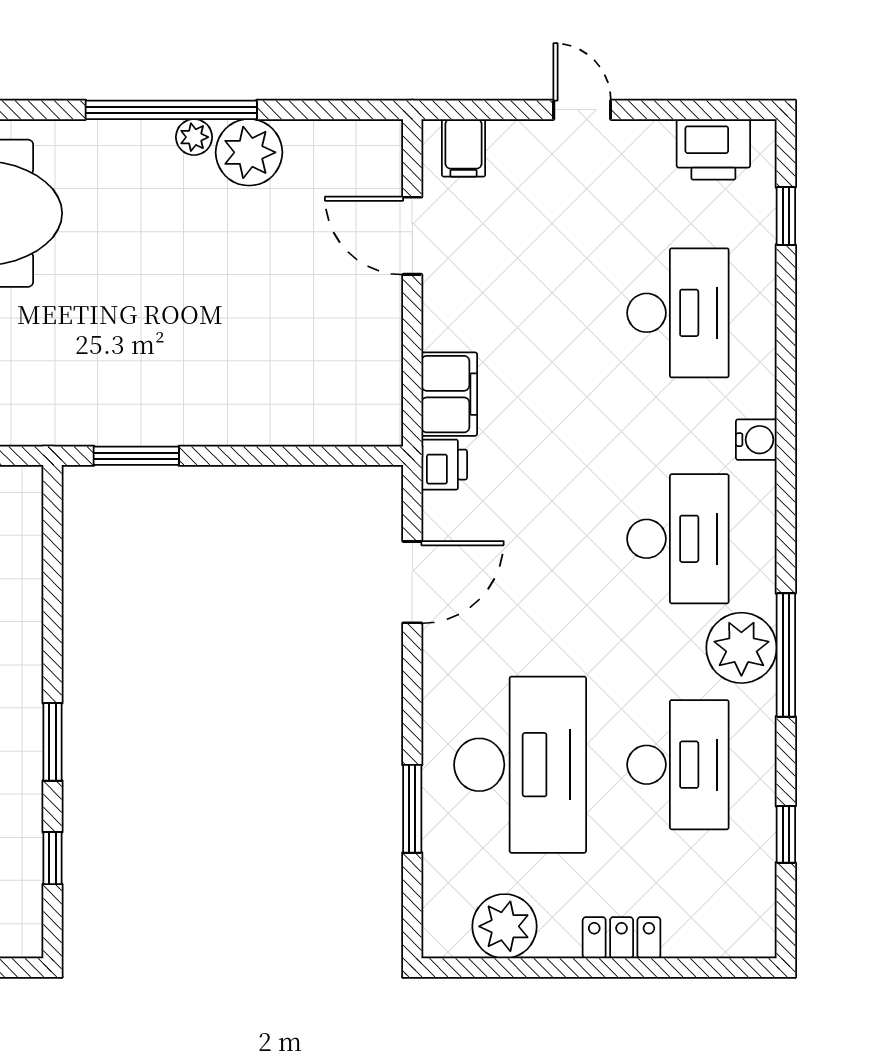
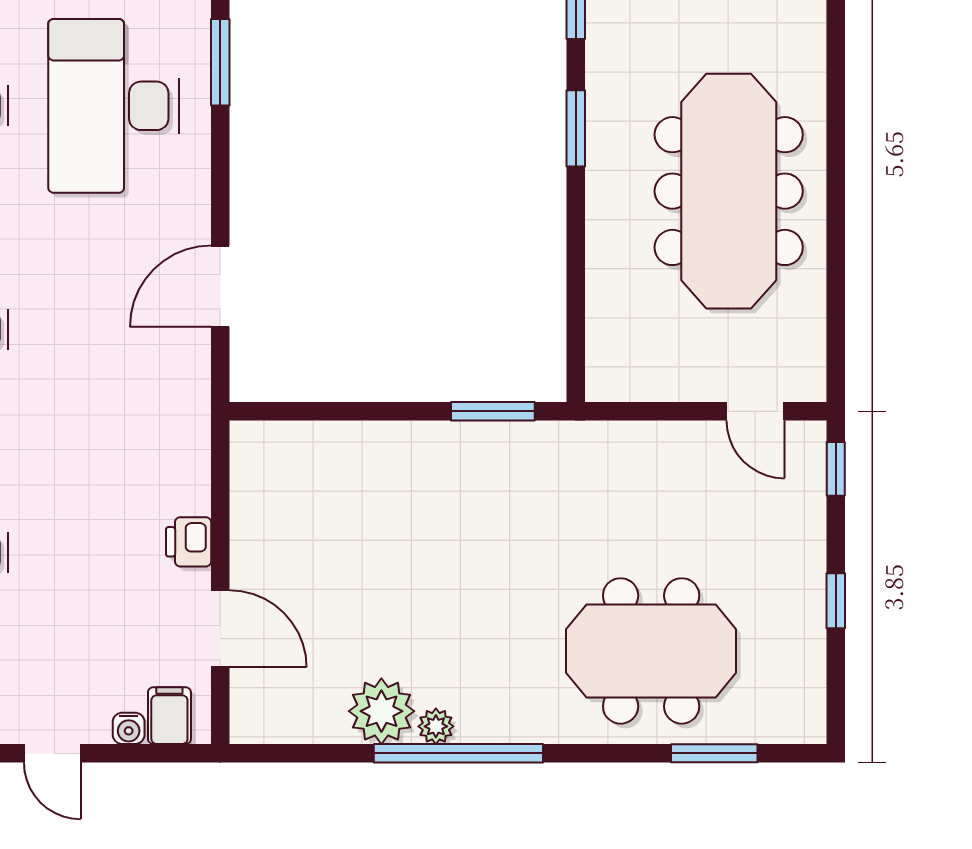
water cooler: (505, 135) -> (129, 728), added
filing cabinet: (449, 394) -> (184, 472), removed
printer: (444, 465) -> (189, 542), moved

